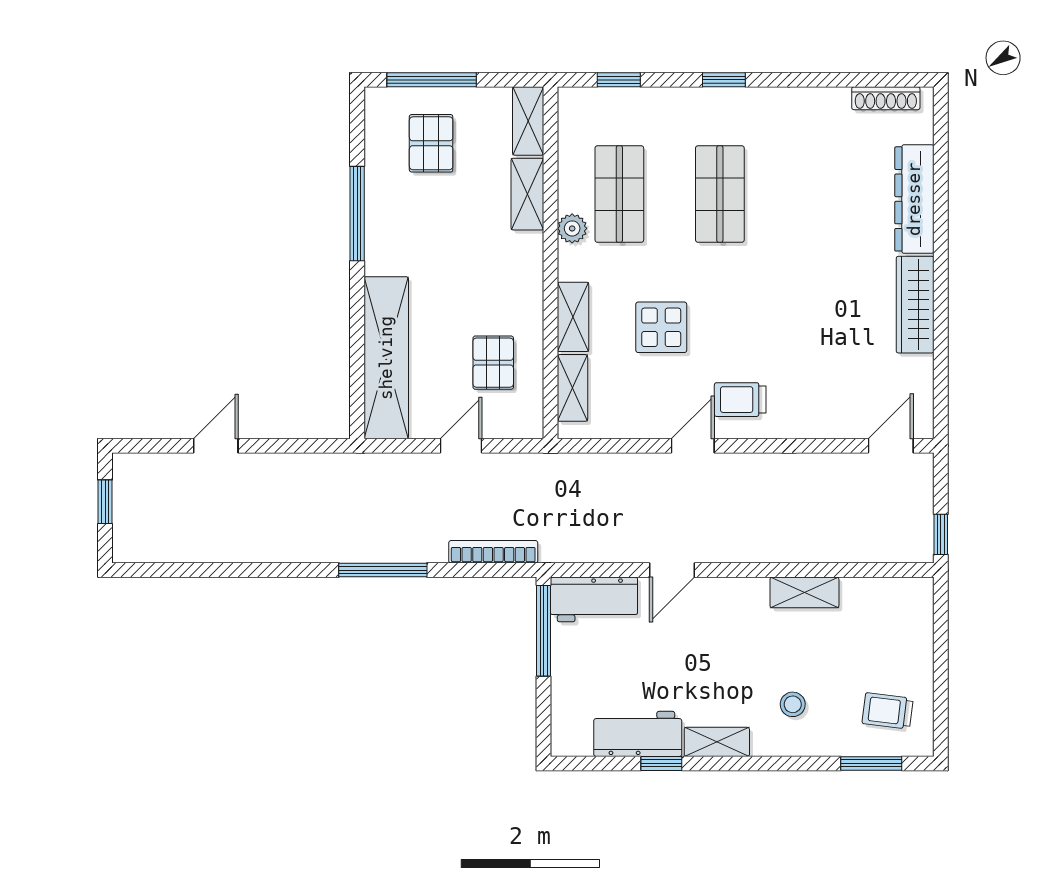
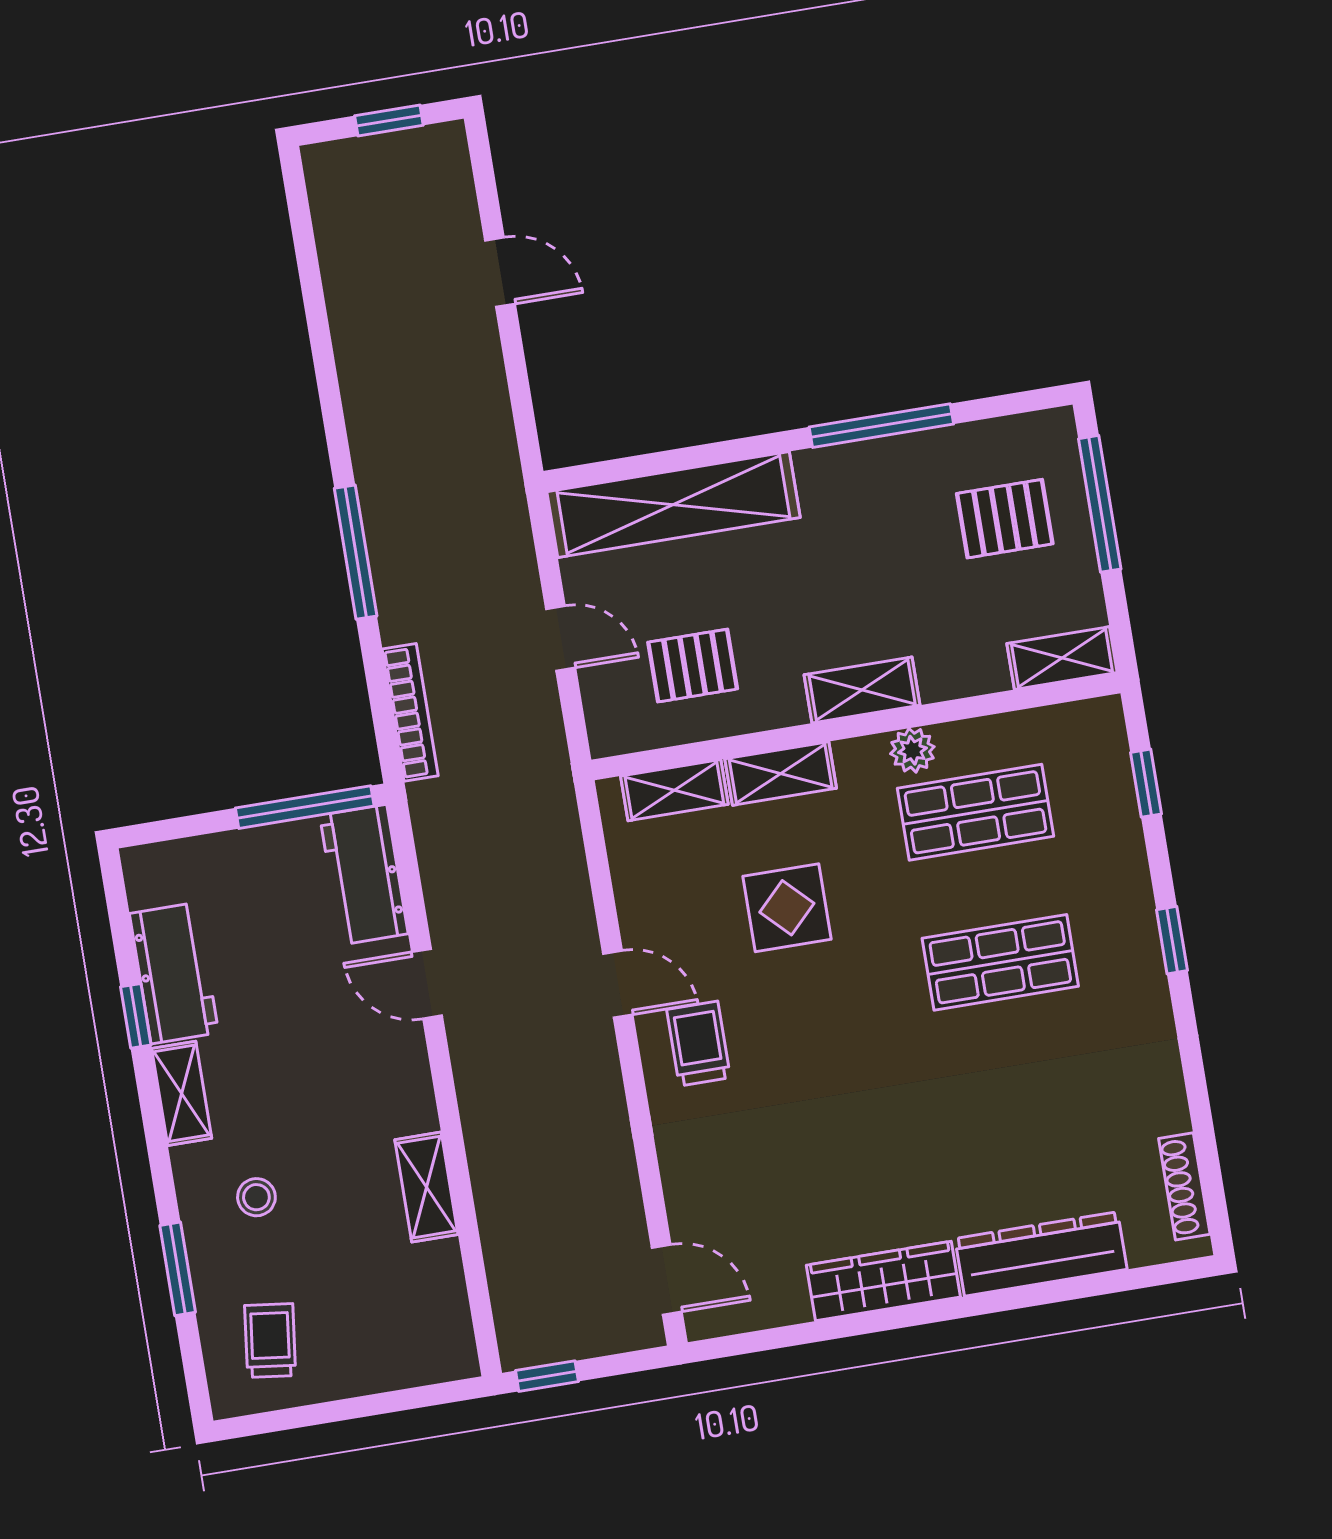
shelving: (527, 194) -> (862, 690), moved
window: (871, 763) -> (178, 1269), moved

